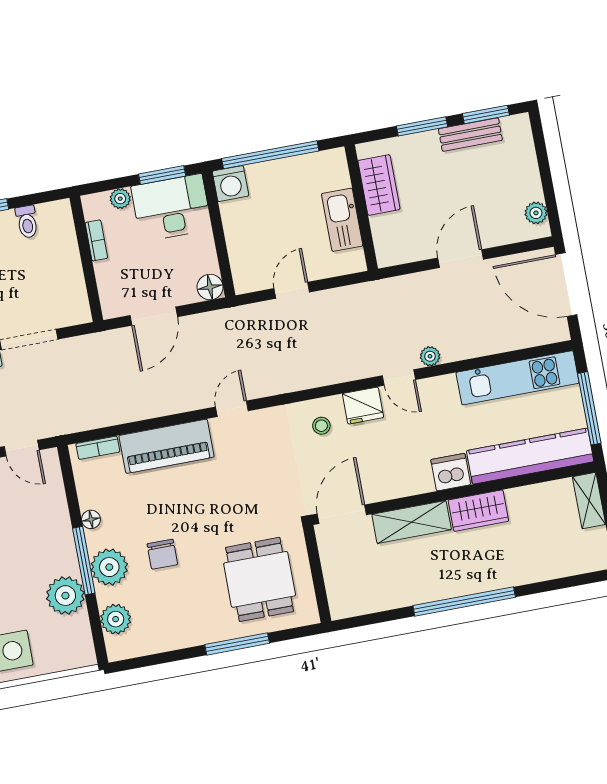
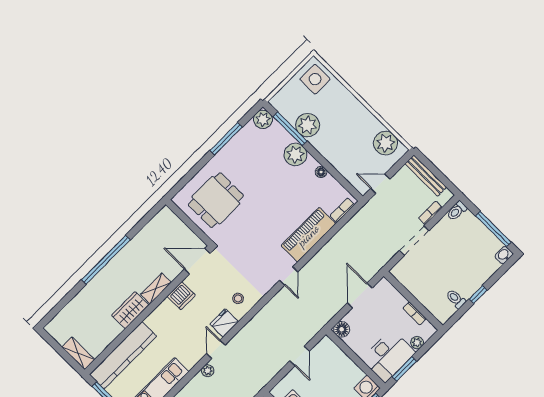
door: (399, 378) -> (216, 349), hinge flipped
dishwasher: (451, 472) -> (181, 296), moved
door: (342, 514) -> (197, 261), swing flipped
shelving: (412, 522) -> (156, 288), width x0.67, depth x0.75
chair: (162, 554) -> (273, 179), removed
window: (84, 561) -> (290, 129), moved
dining table: (260, 579) -> (216, 200), turned 90
plant: (116, 619) -> (263, 119), moved
window: (237, 644) -> (226, 139), moved

